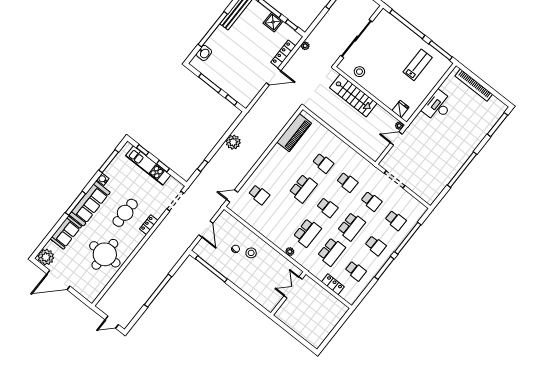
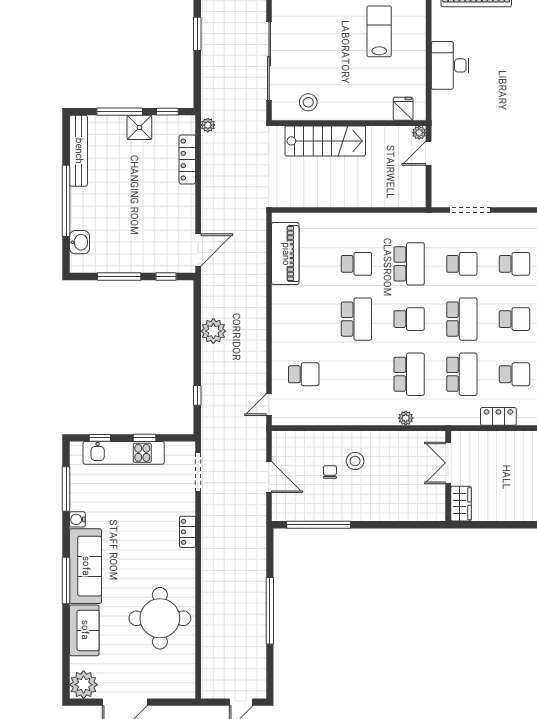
door: (274, 77) -> (198, 250), moved
school desk: (347, 182) -> (409, 264), width x1.85
cafe table: (125, 213) -> (143, 541), removed
wardrobe: (284, 311) -> (461, 504), added

